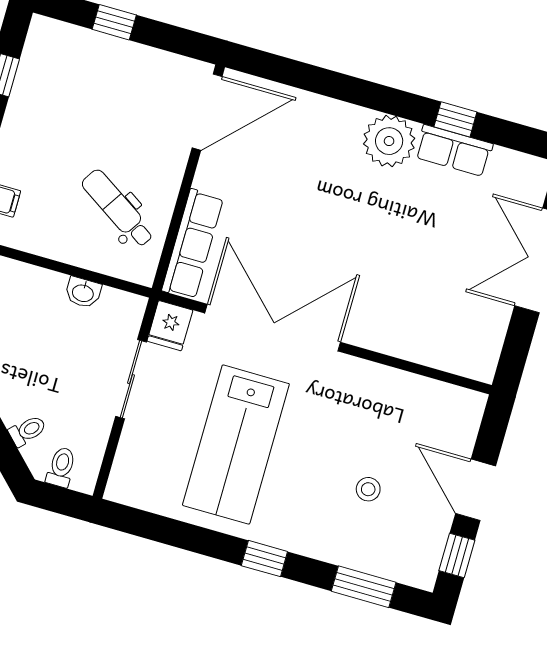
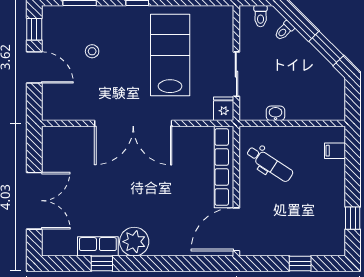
row of seats: (193, 244) -> (224, 167), width x1.36
double door: (273, 328) -> (133, 123), moved

